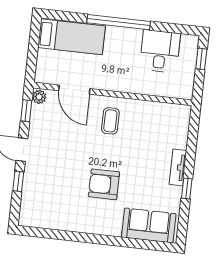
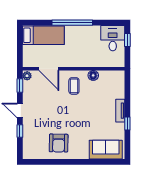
desk: (160, 51) -> (113, 38), moved
floor lamp: (142, 108) -> (93, 75), added
armchair: (104, 184) -> (59, 143), moved, turned -89

